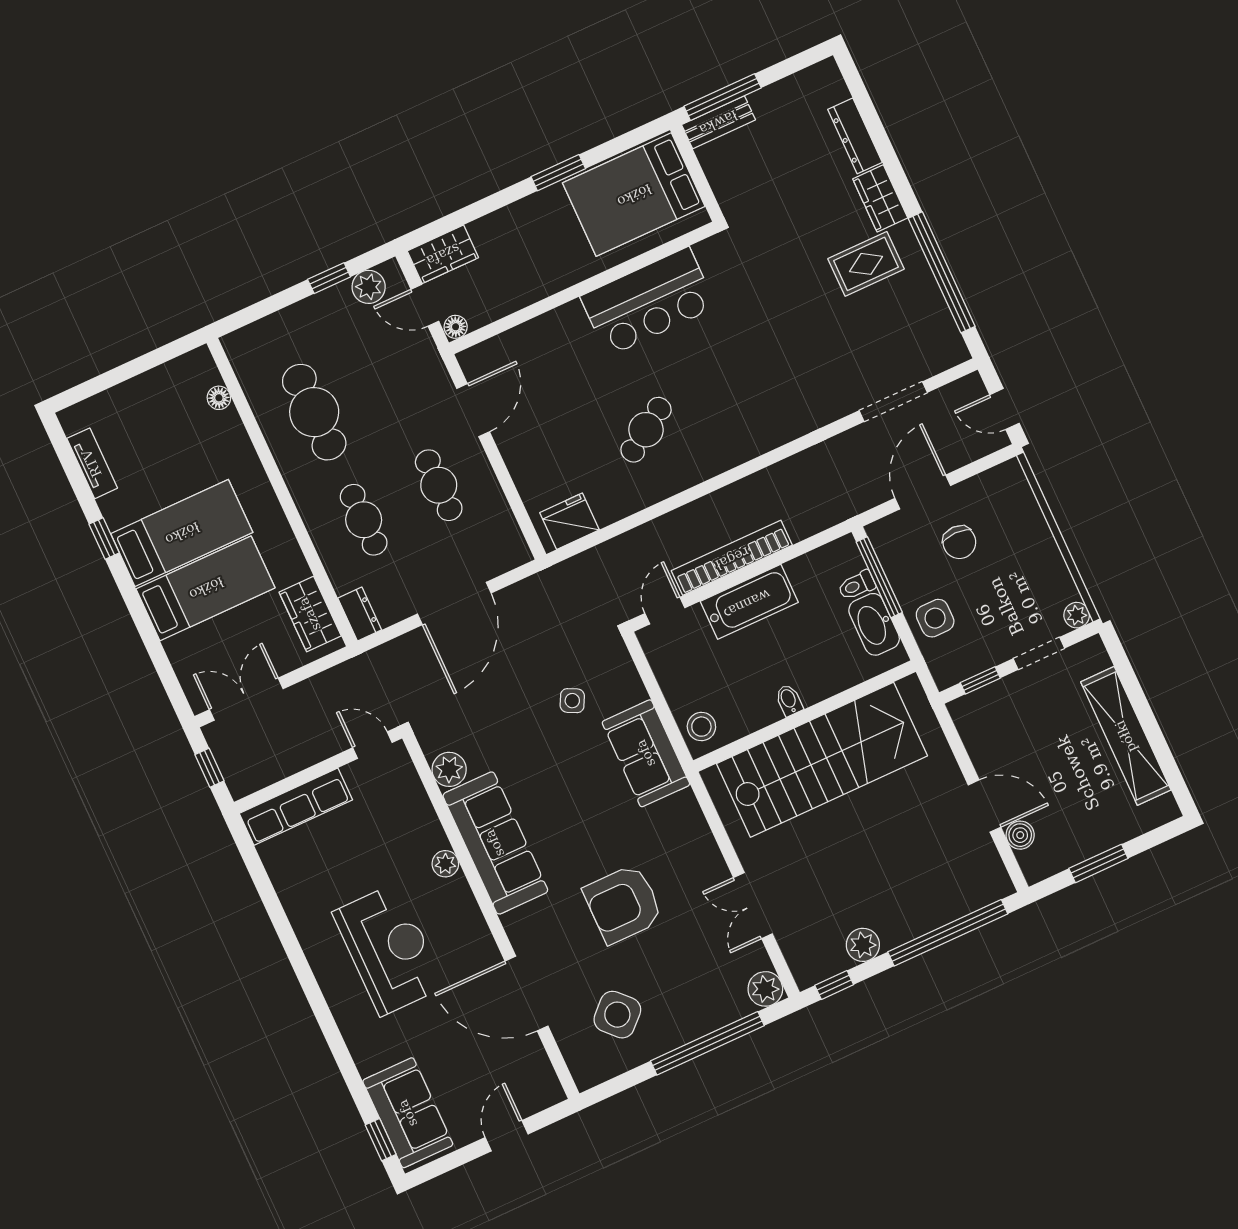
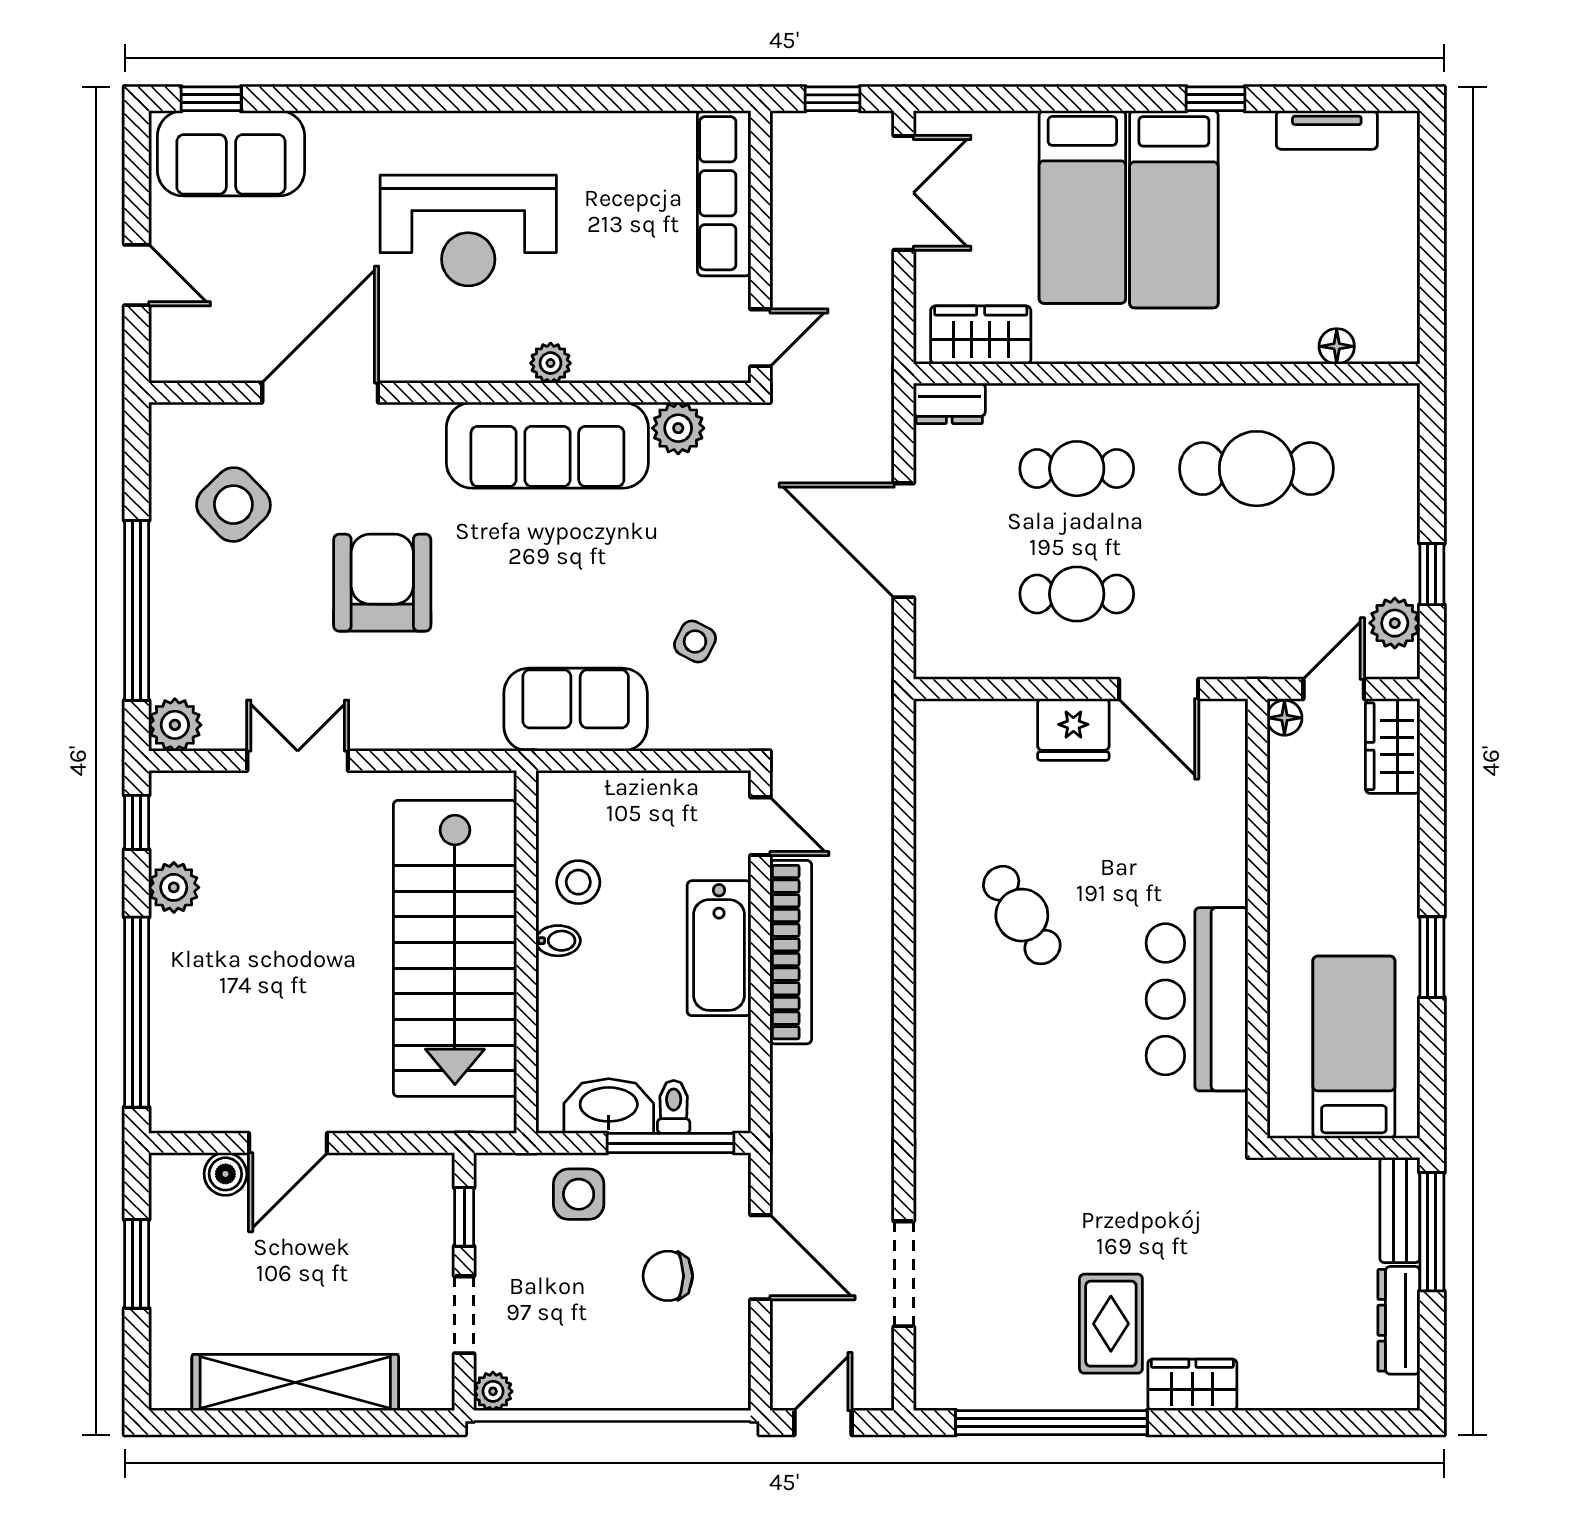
dresser: (855, 136) -> (1399, 1320), moved, turned -90
bed: (634, 195) -> (1354, 1047), width x0.67
fridge: (570, 521) -> (1073, 729), moved, turned 90
stool: (701, 727) -> (578, 882), moved

